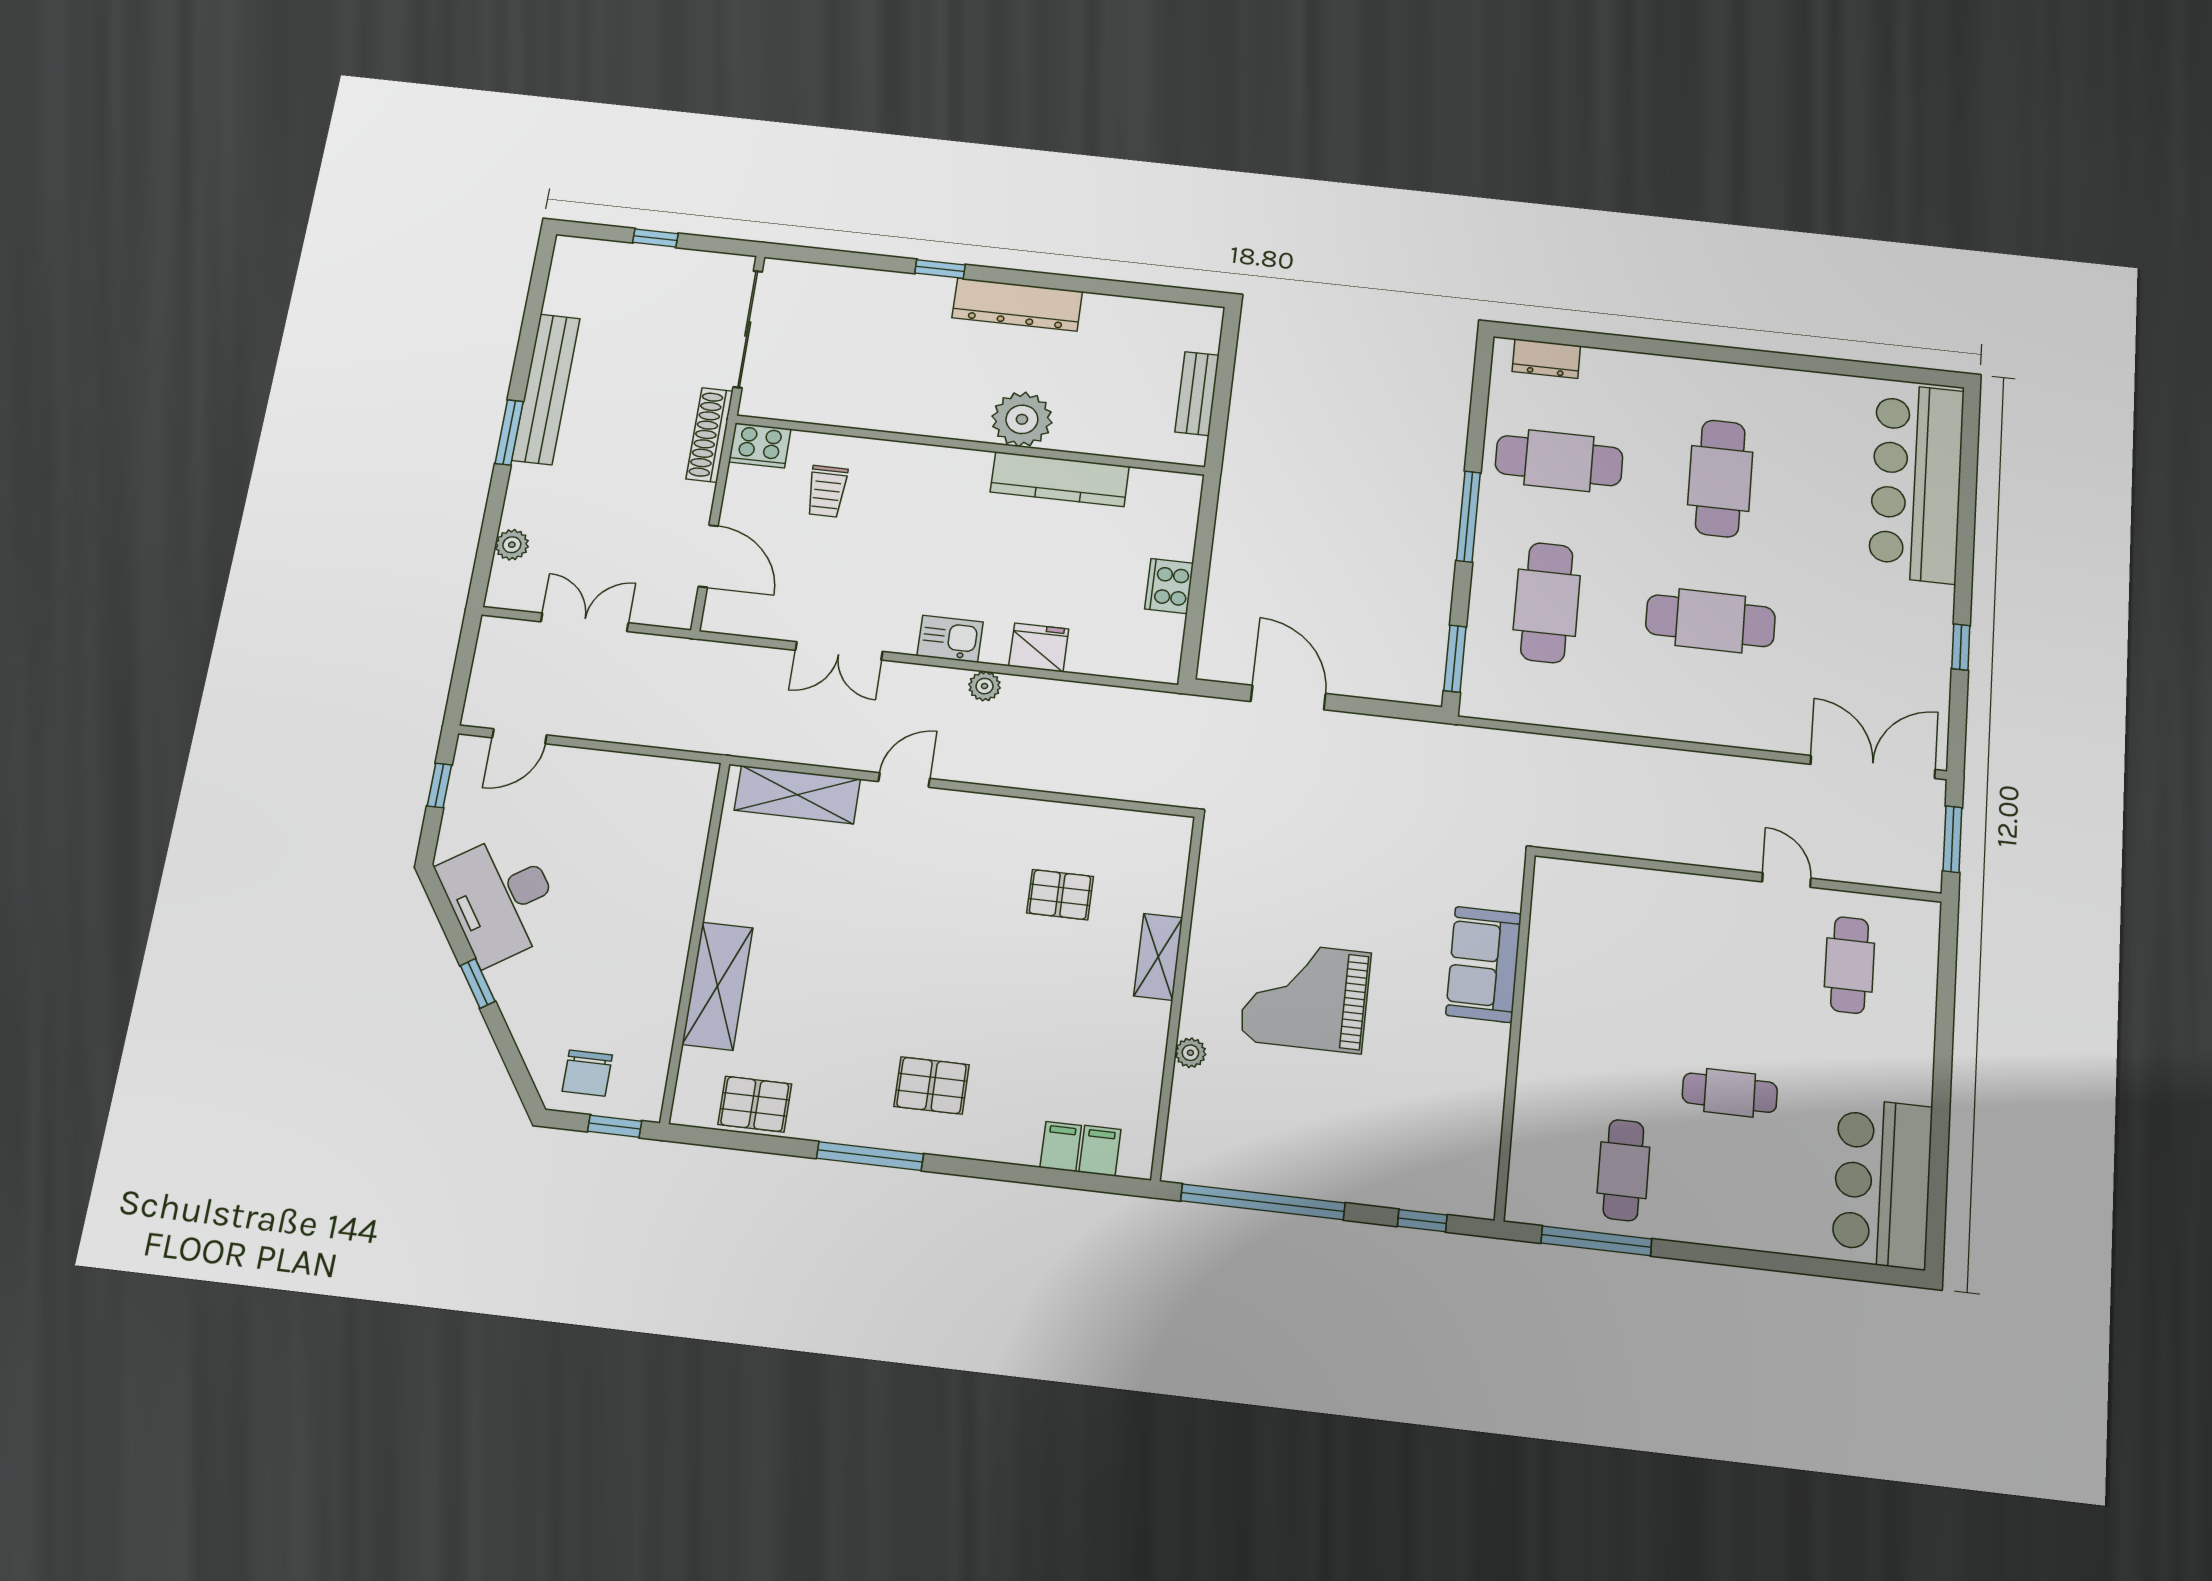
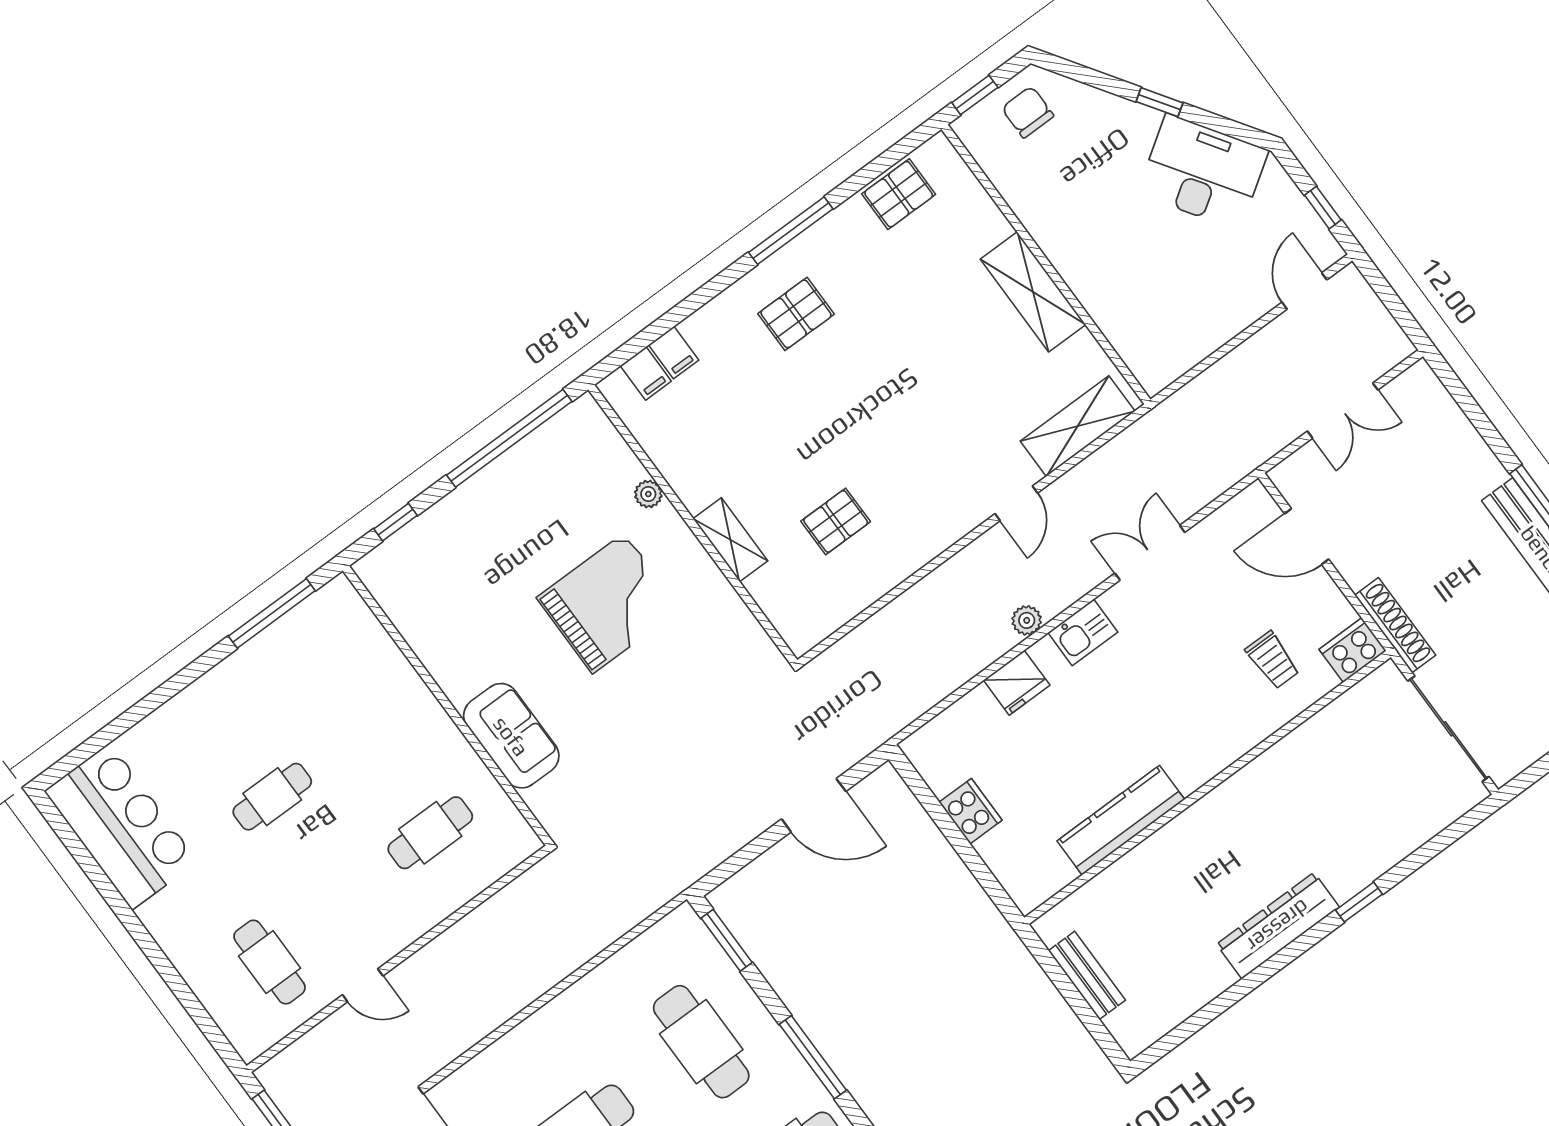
plant: (1022, 419) -> (1190, 841), removed
trolley: (827, 491) -> (1273, 660), turned 180
plant: (512, 545) -> (1449, 418), removed
shelving: (718, 986) -> (1033, 292), moved
cafe table: (1623, 1170) -> (430, 833), moved, turned 90

